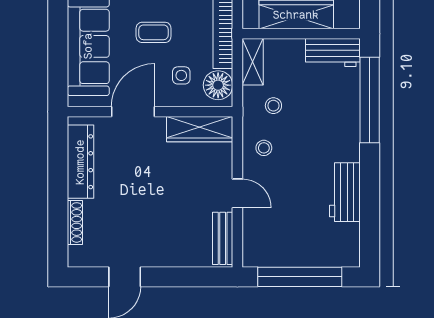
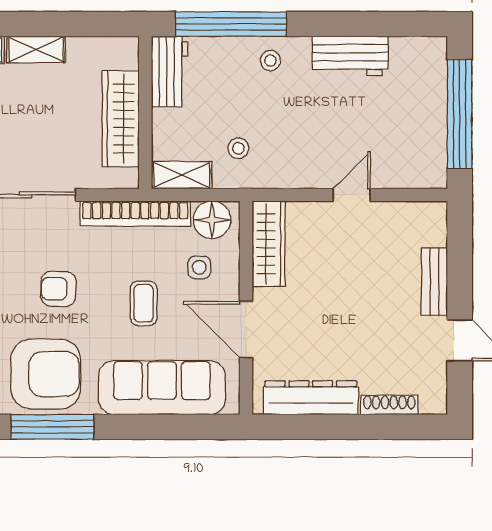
stool: (264, 148) -> (270, 61), moved
bench: (223, 238) -> (434, 282), moved, turned 90

